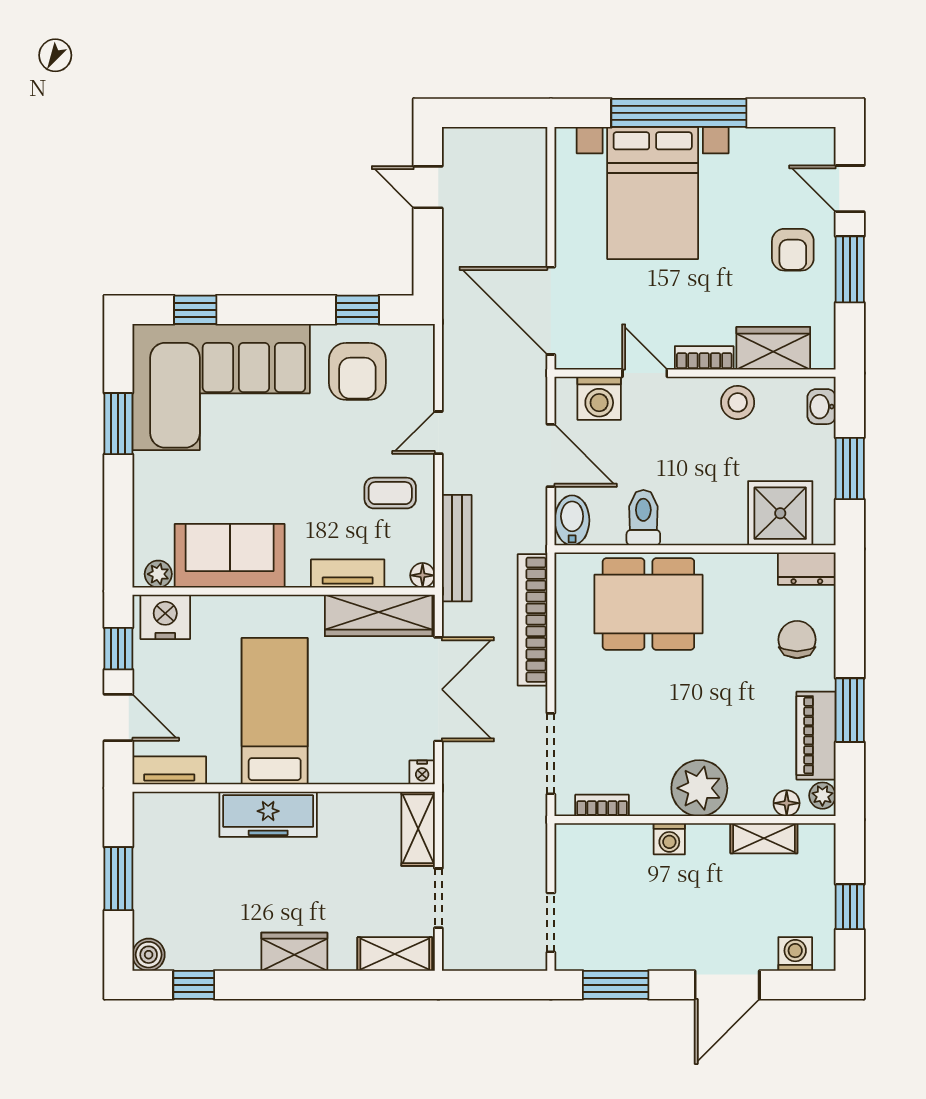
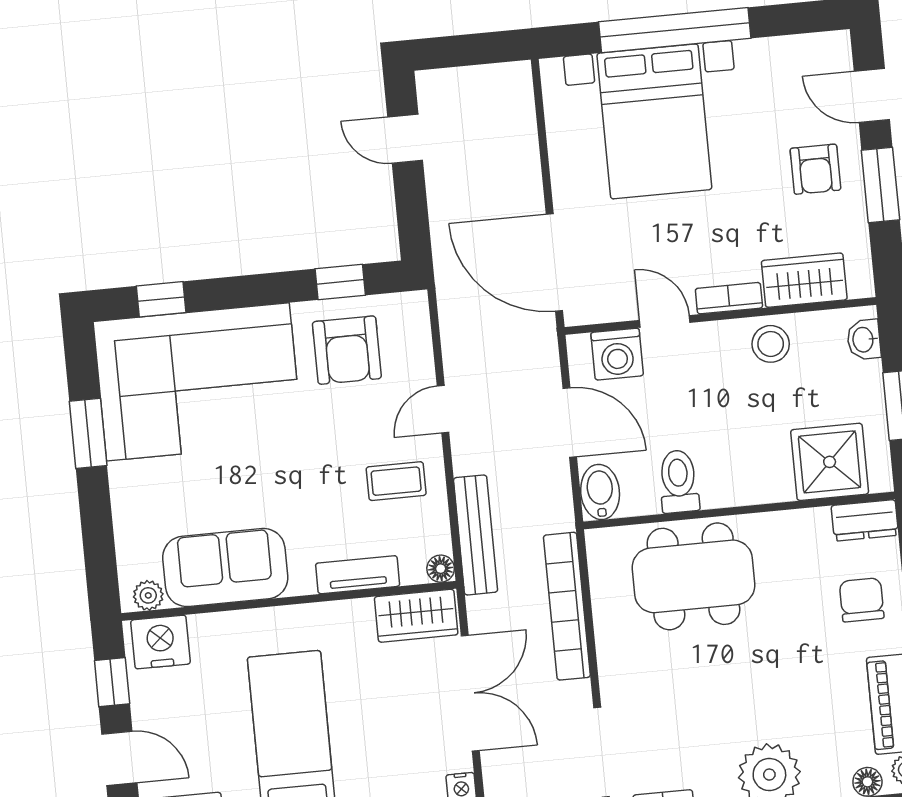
wardrobe: (379, 615) -> (416, 616), width x0.67

